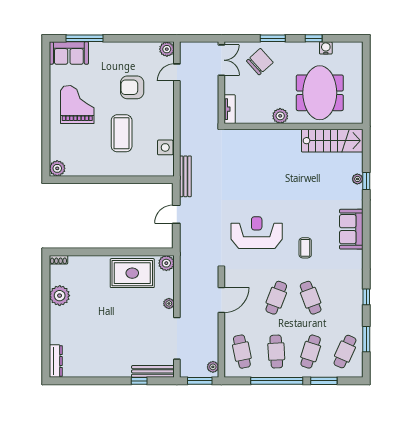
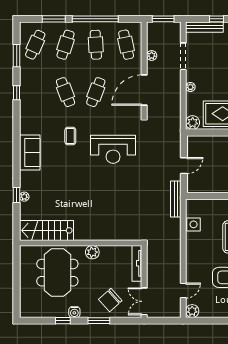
water cooler: (326, 48) -> (74, 312), moved
tv unit: (230, 109) -> (137, 263), width x1.41
door: (221, 300) -> (144, 90), width x1.36
doorway: (177, 338) -> (183, 56), width x0.73
plant: (213, 367) -> (152, 56), moved

